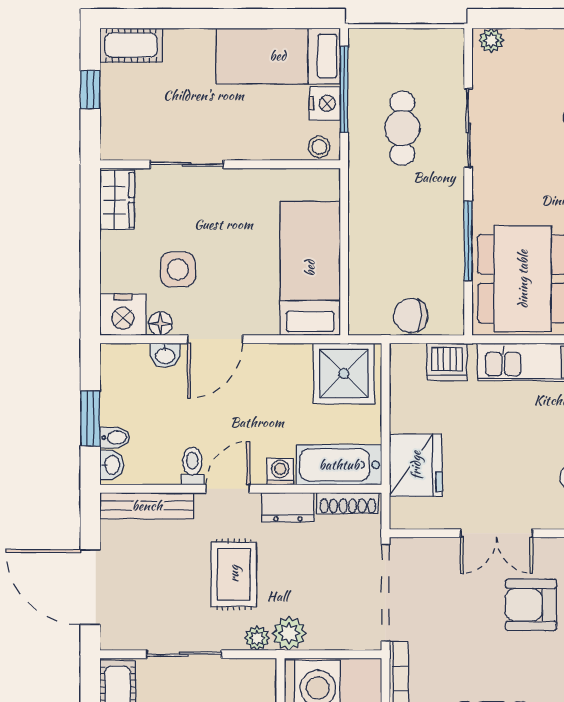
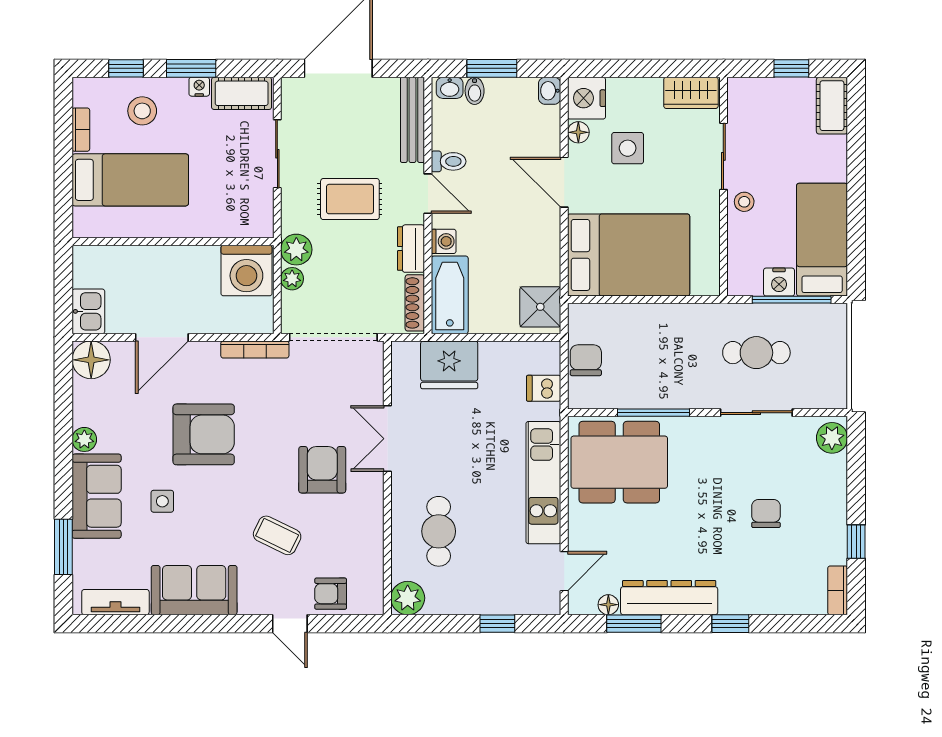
plant: (491, 40) -> (832, 438), width x1.38, depth x1.38
stool: (319, 147) -> (744, 202), moved
bed: (310, 268) -> (629, 255), width x1.50
washbasin: (165, 355) -> (550, 91), moved
dishwasher: (447, 362) -> (544, 388), width x0.73
shower: (344, 373) -> (540, 307), width x0.73, depth x0.73
plant: (257, 638) -> (292, 279), moved

